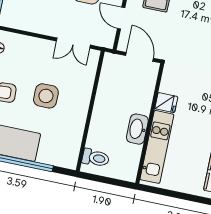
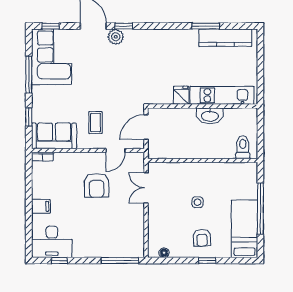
double door: (73, 43) -> (146, 188), swing flipped
side table: (46, 96) -> (198, 202), width x0.54, depth x0.54

